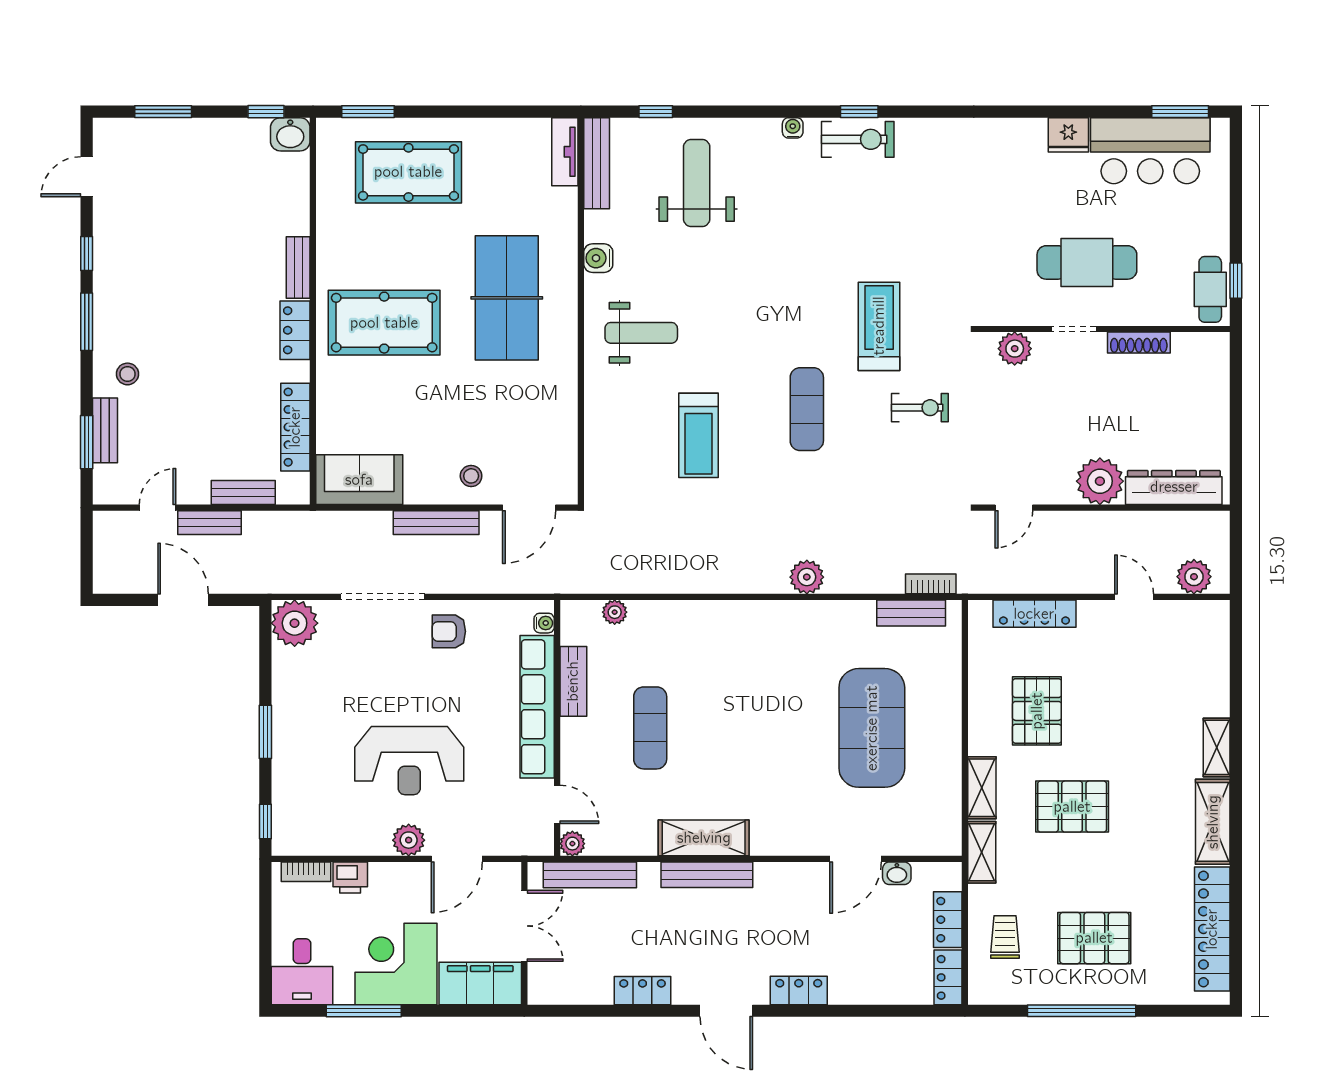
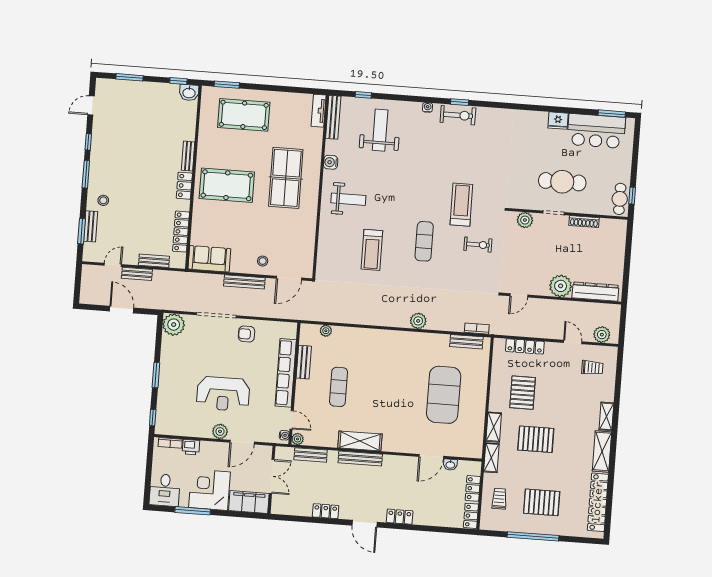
water cooler: (544, 623) -> (284, 435), moved
trolley: (1179, 648) -> (592, 368), added
bench: (590, 875) -> (311, 455), width x0.73

